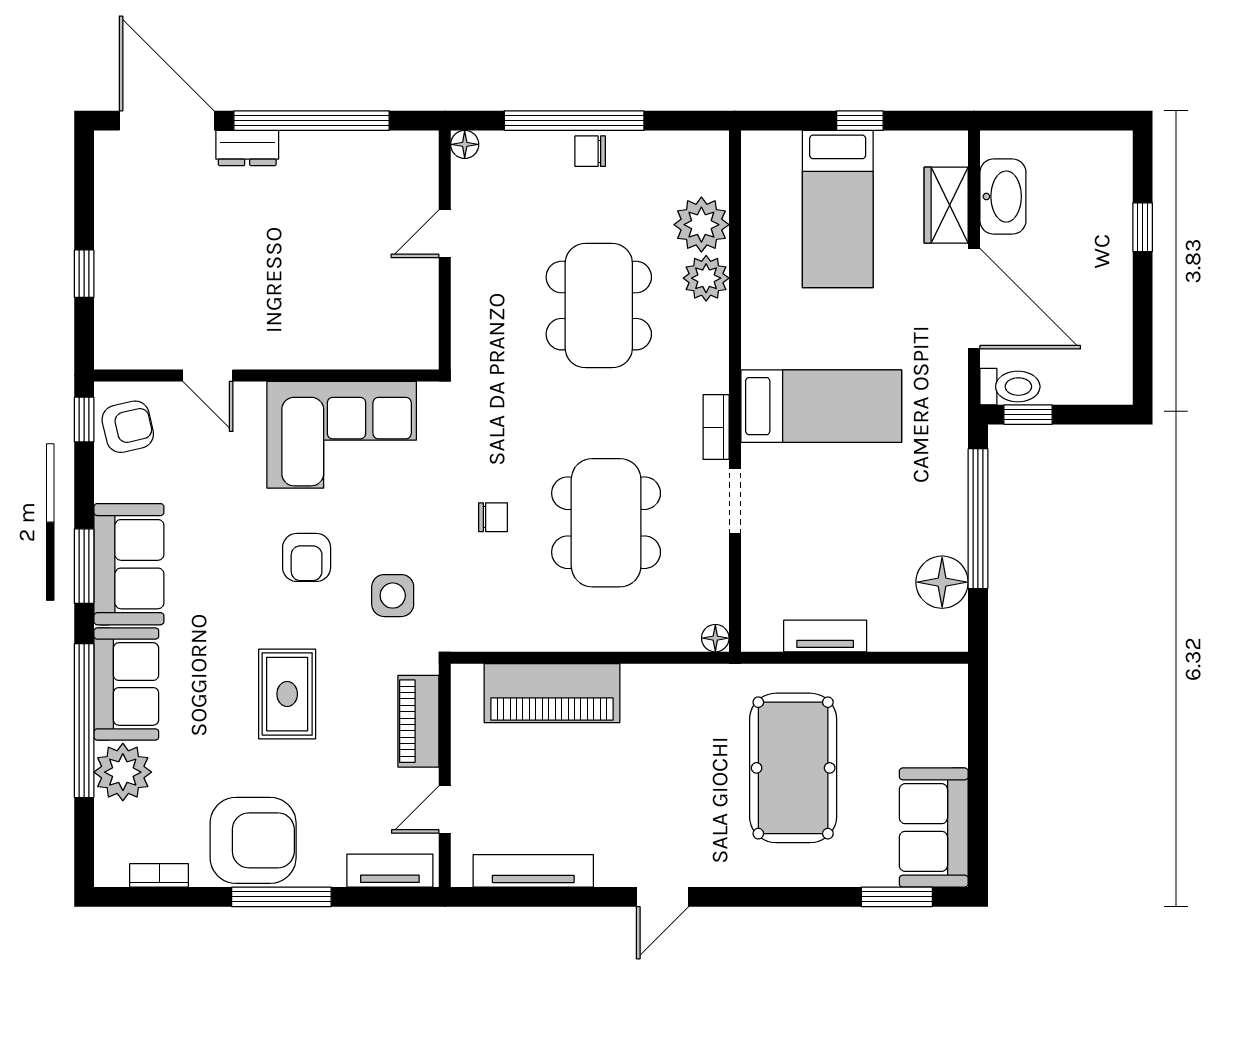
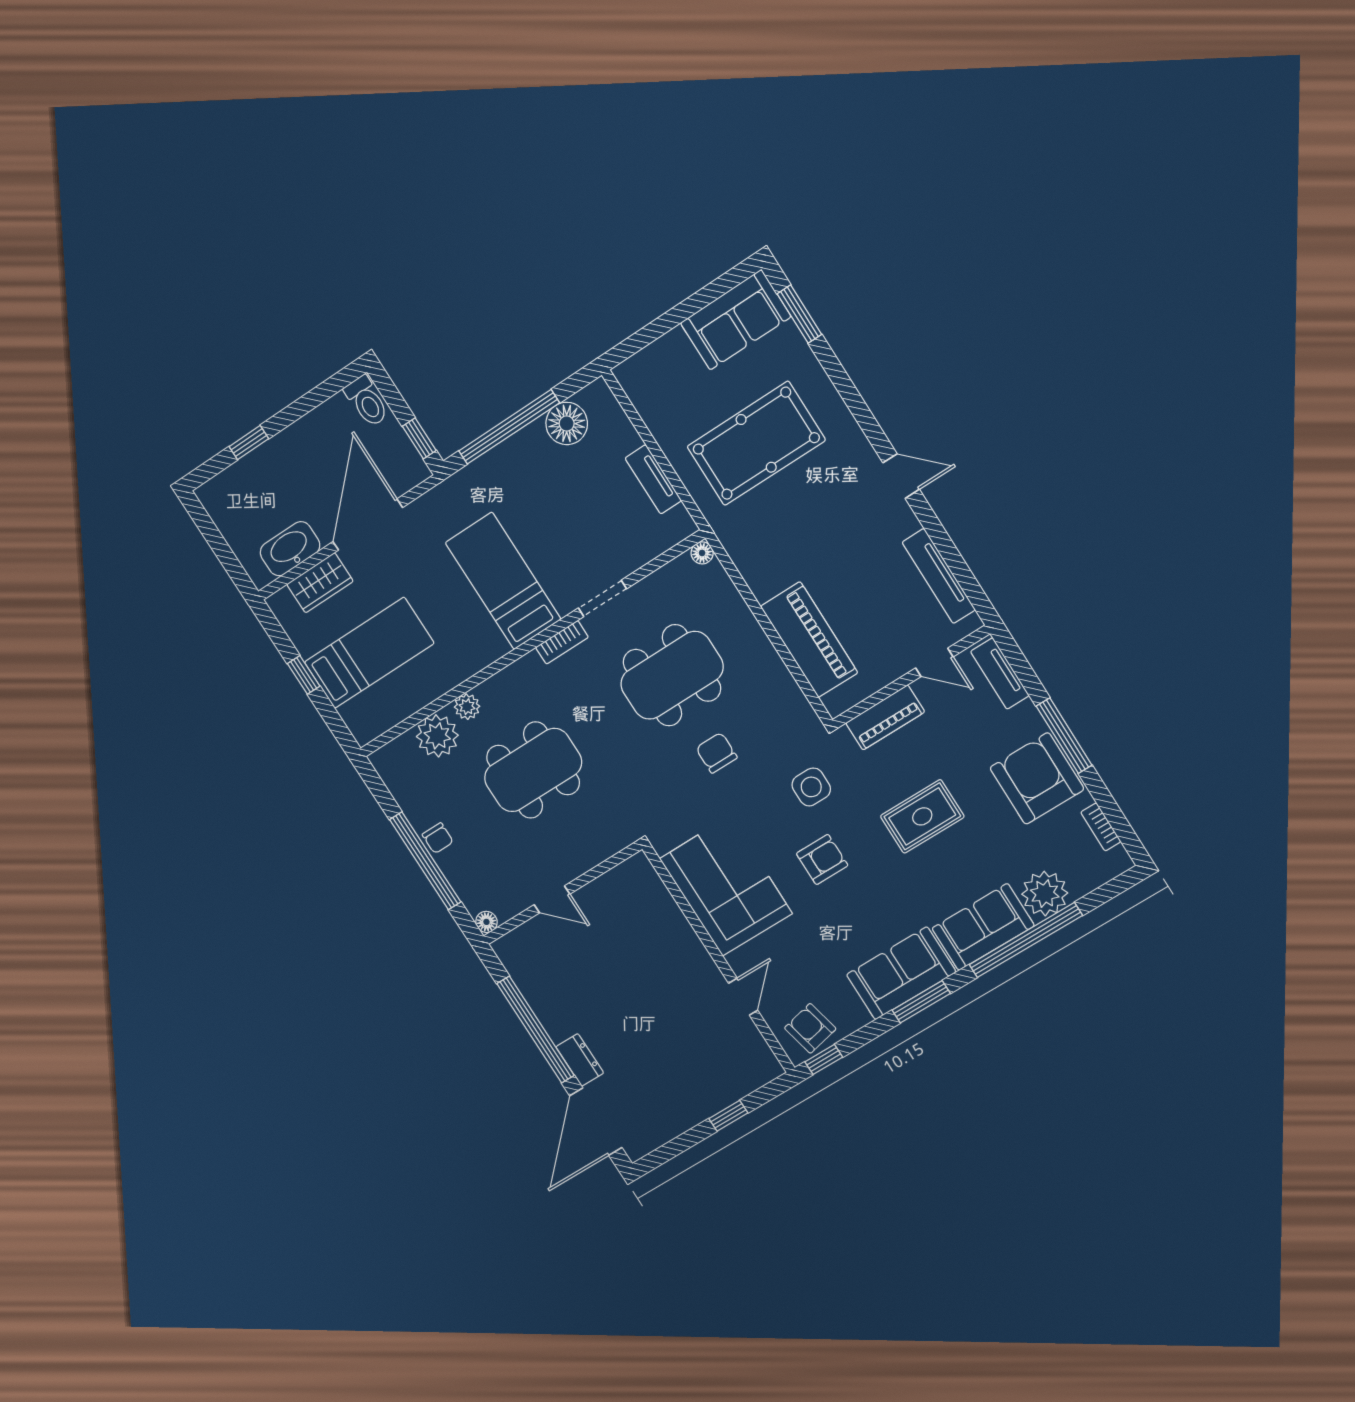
plant: (706, 278) -> (467, 707), width x0.73, depth x0.73
toilet: (1010, 387) -> (367, 401), moved, turned 180
chair: (493, 517) -> (716, 753), width x1.37, depth x1.37

